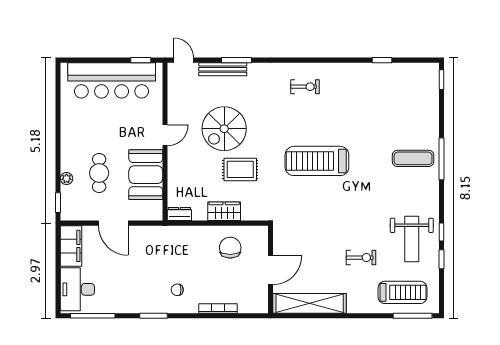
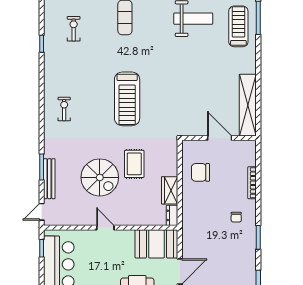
booth: (146, 175) -> (156, 244), moved
wardrobe: (224, 211) -> (170, 190), moved
exercise bike: (361, 258) -> (74, 29), moved

